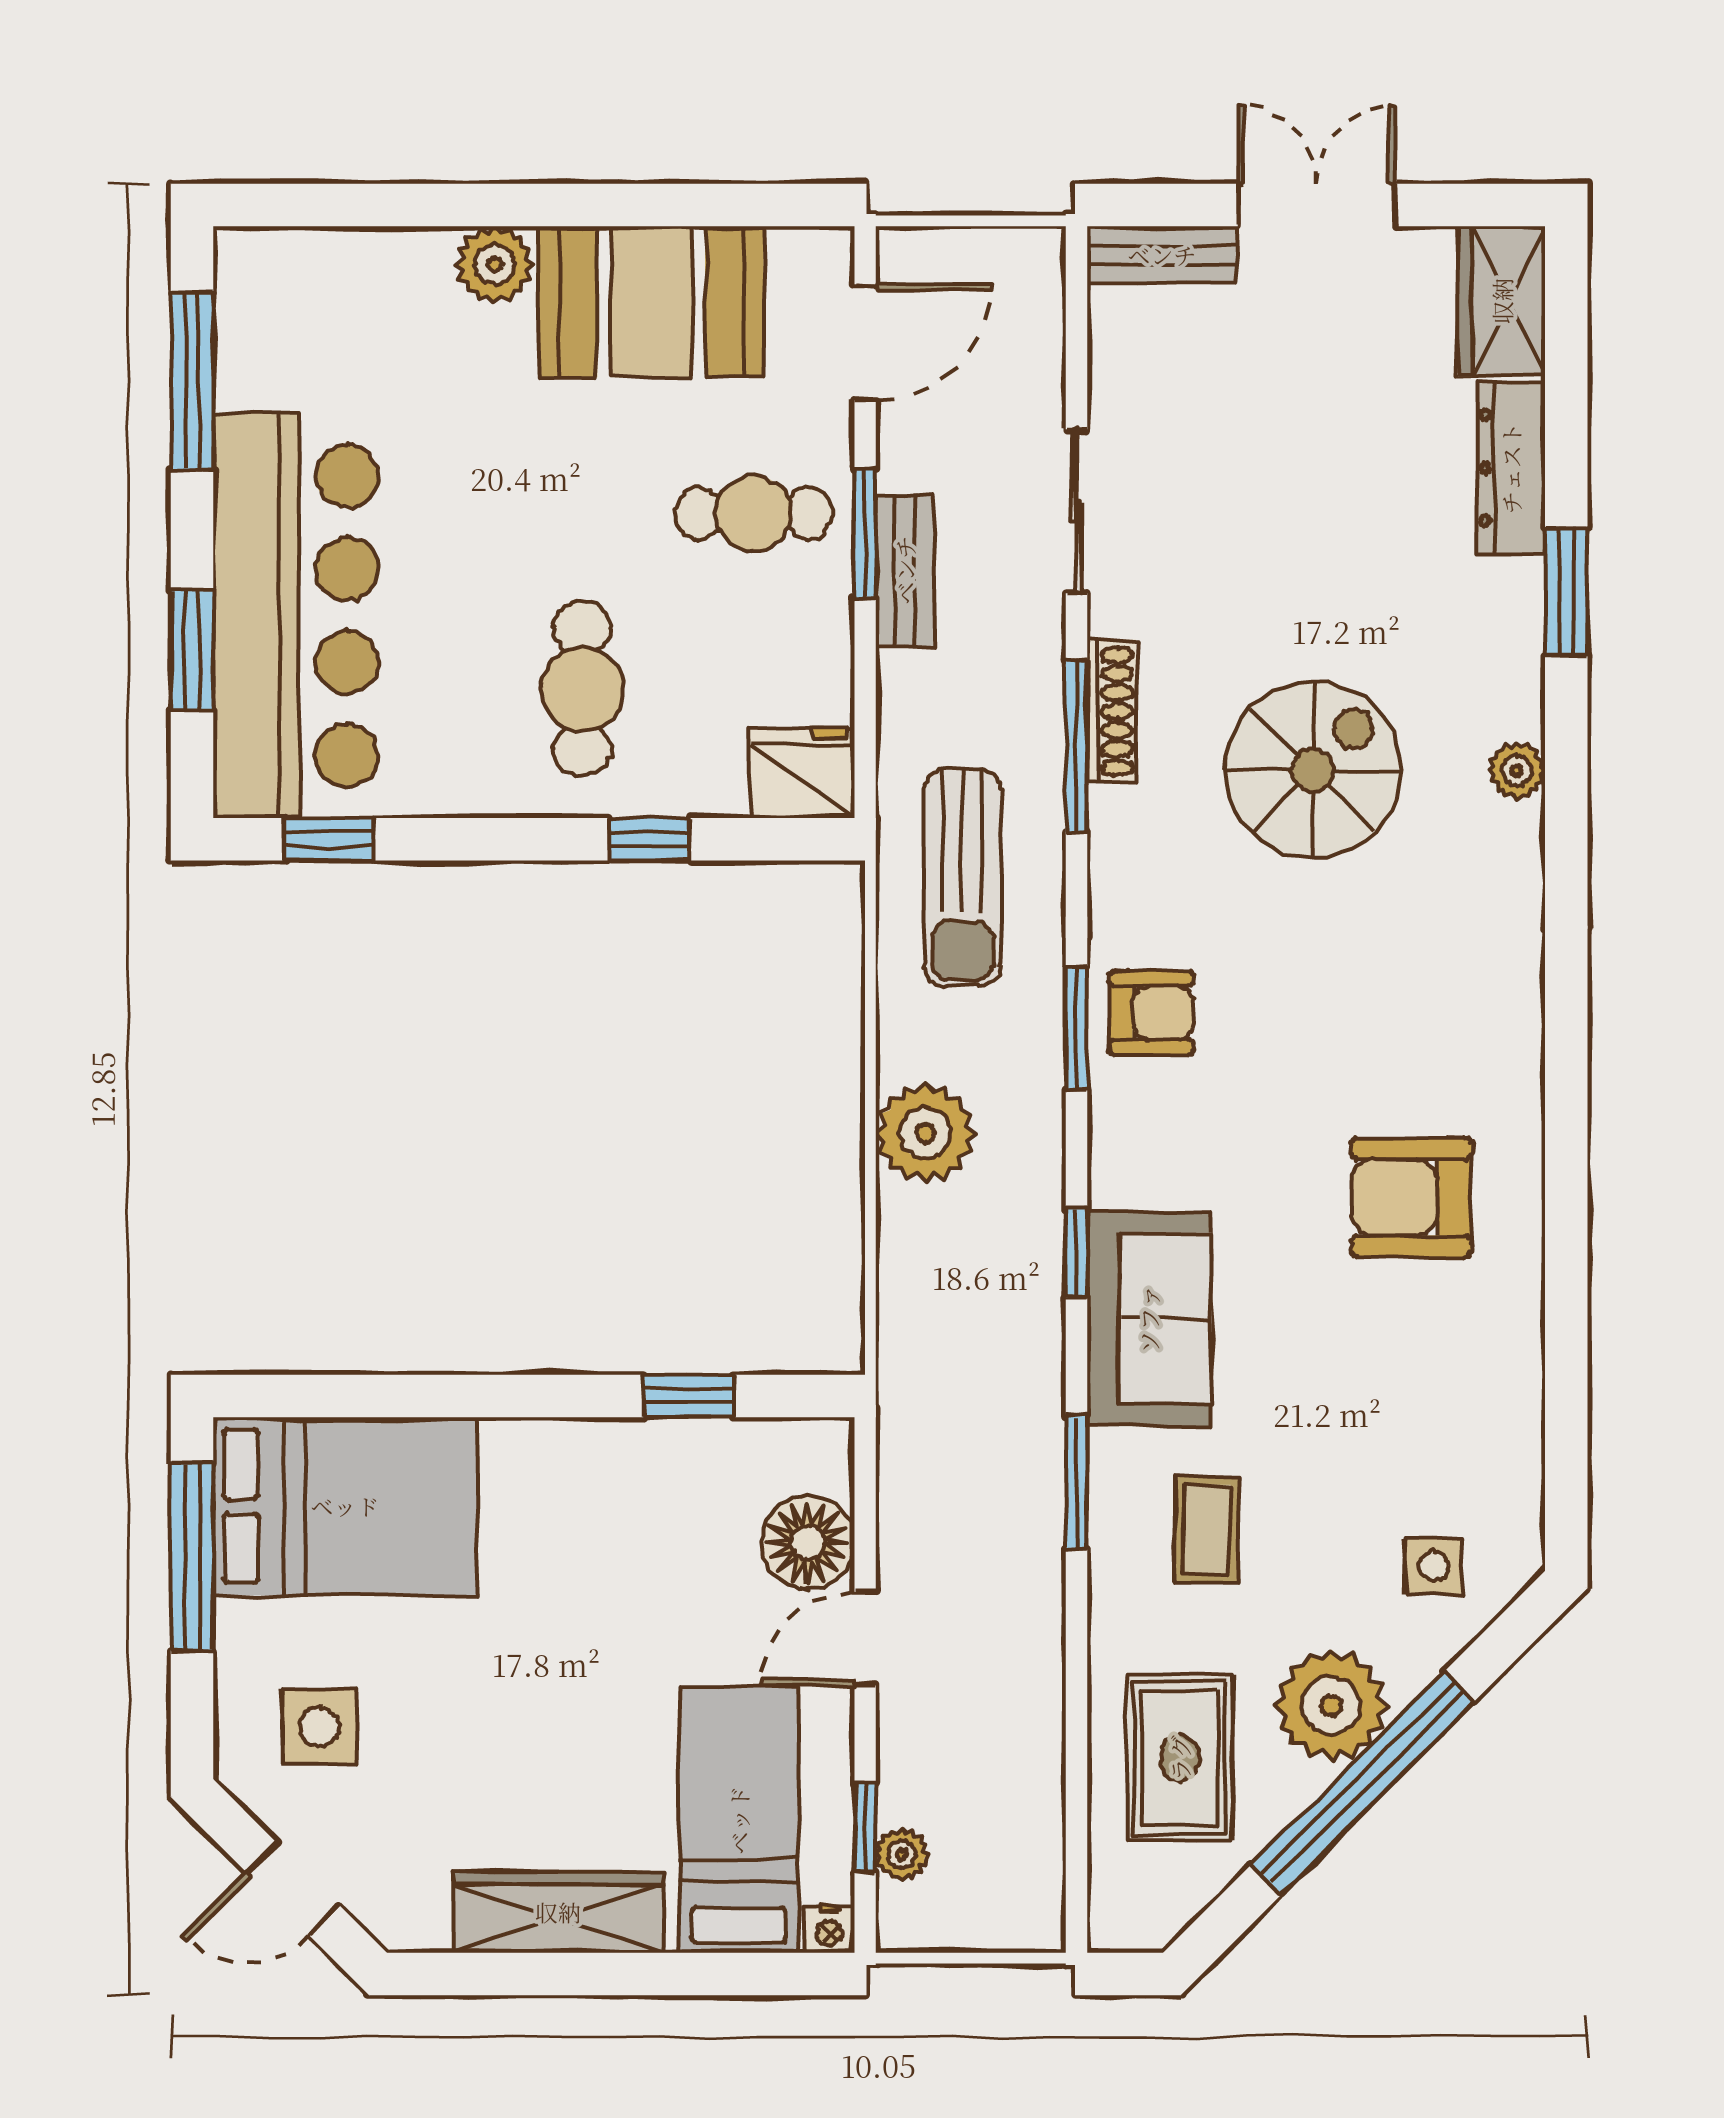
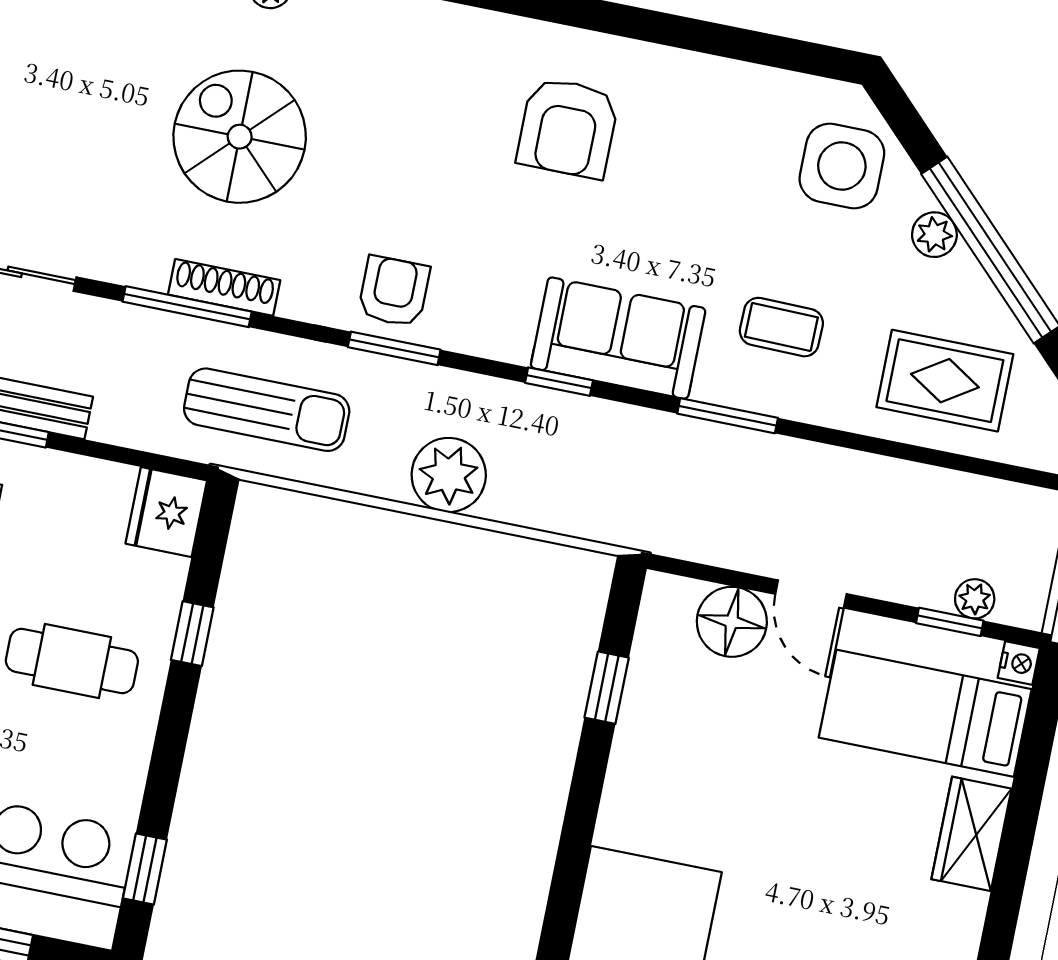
shoe rack: (1111, 711) -> (224, 287), moved
side table: (1434, 1566) -> (842, 166), width x1.87, depth x1.87
plant: (1331, 1706) -> (934, 235), width x0.53, depth x0.53
wardrobe: (558, 1912) -> (971, 834), width x0.67

